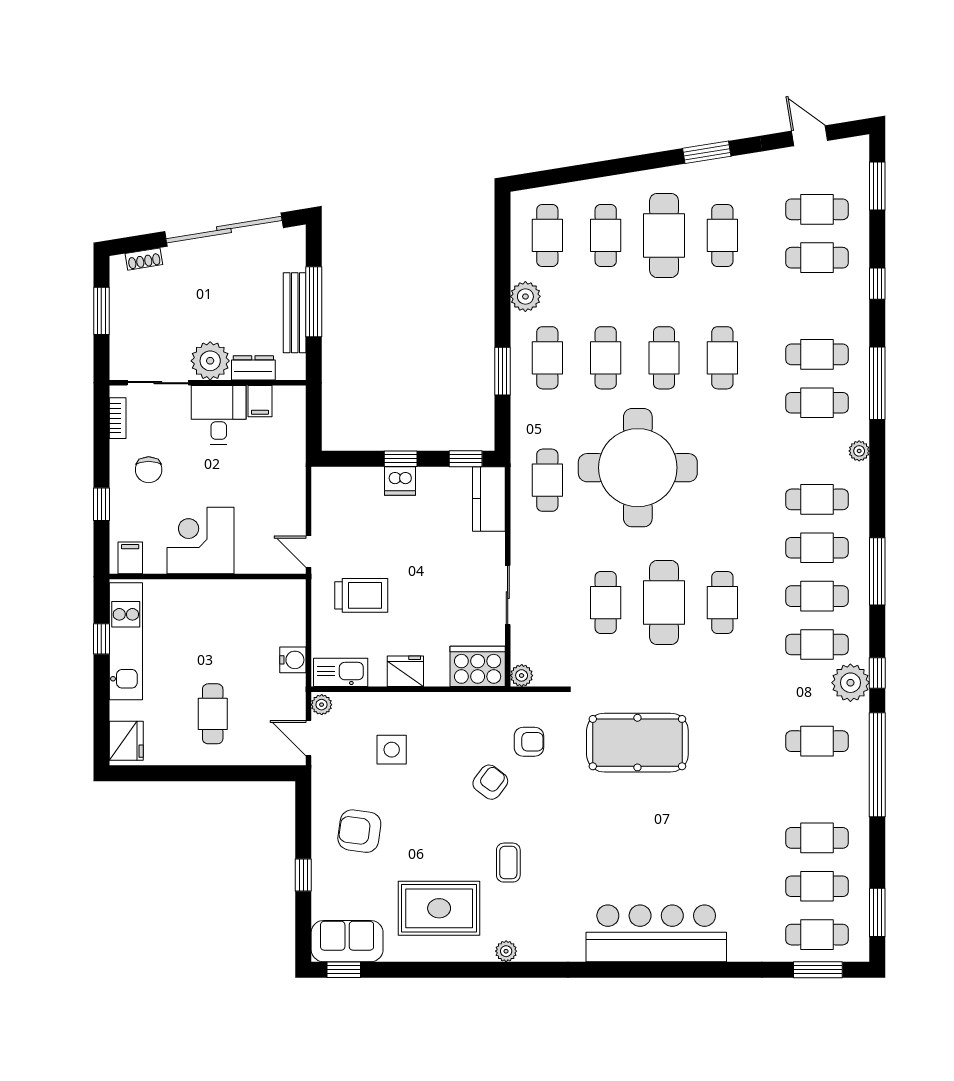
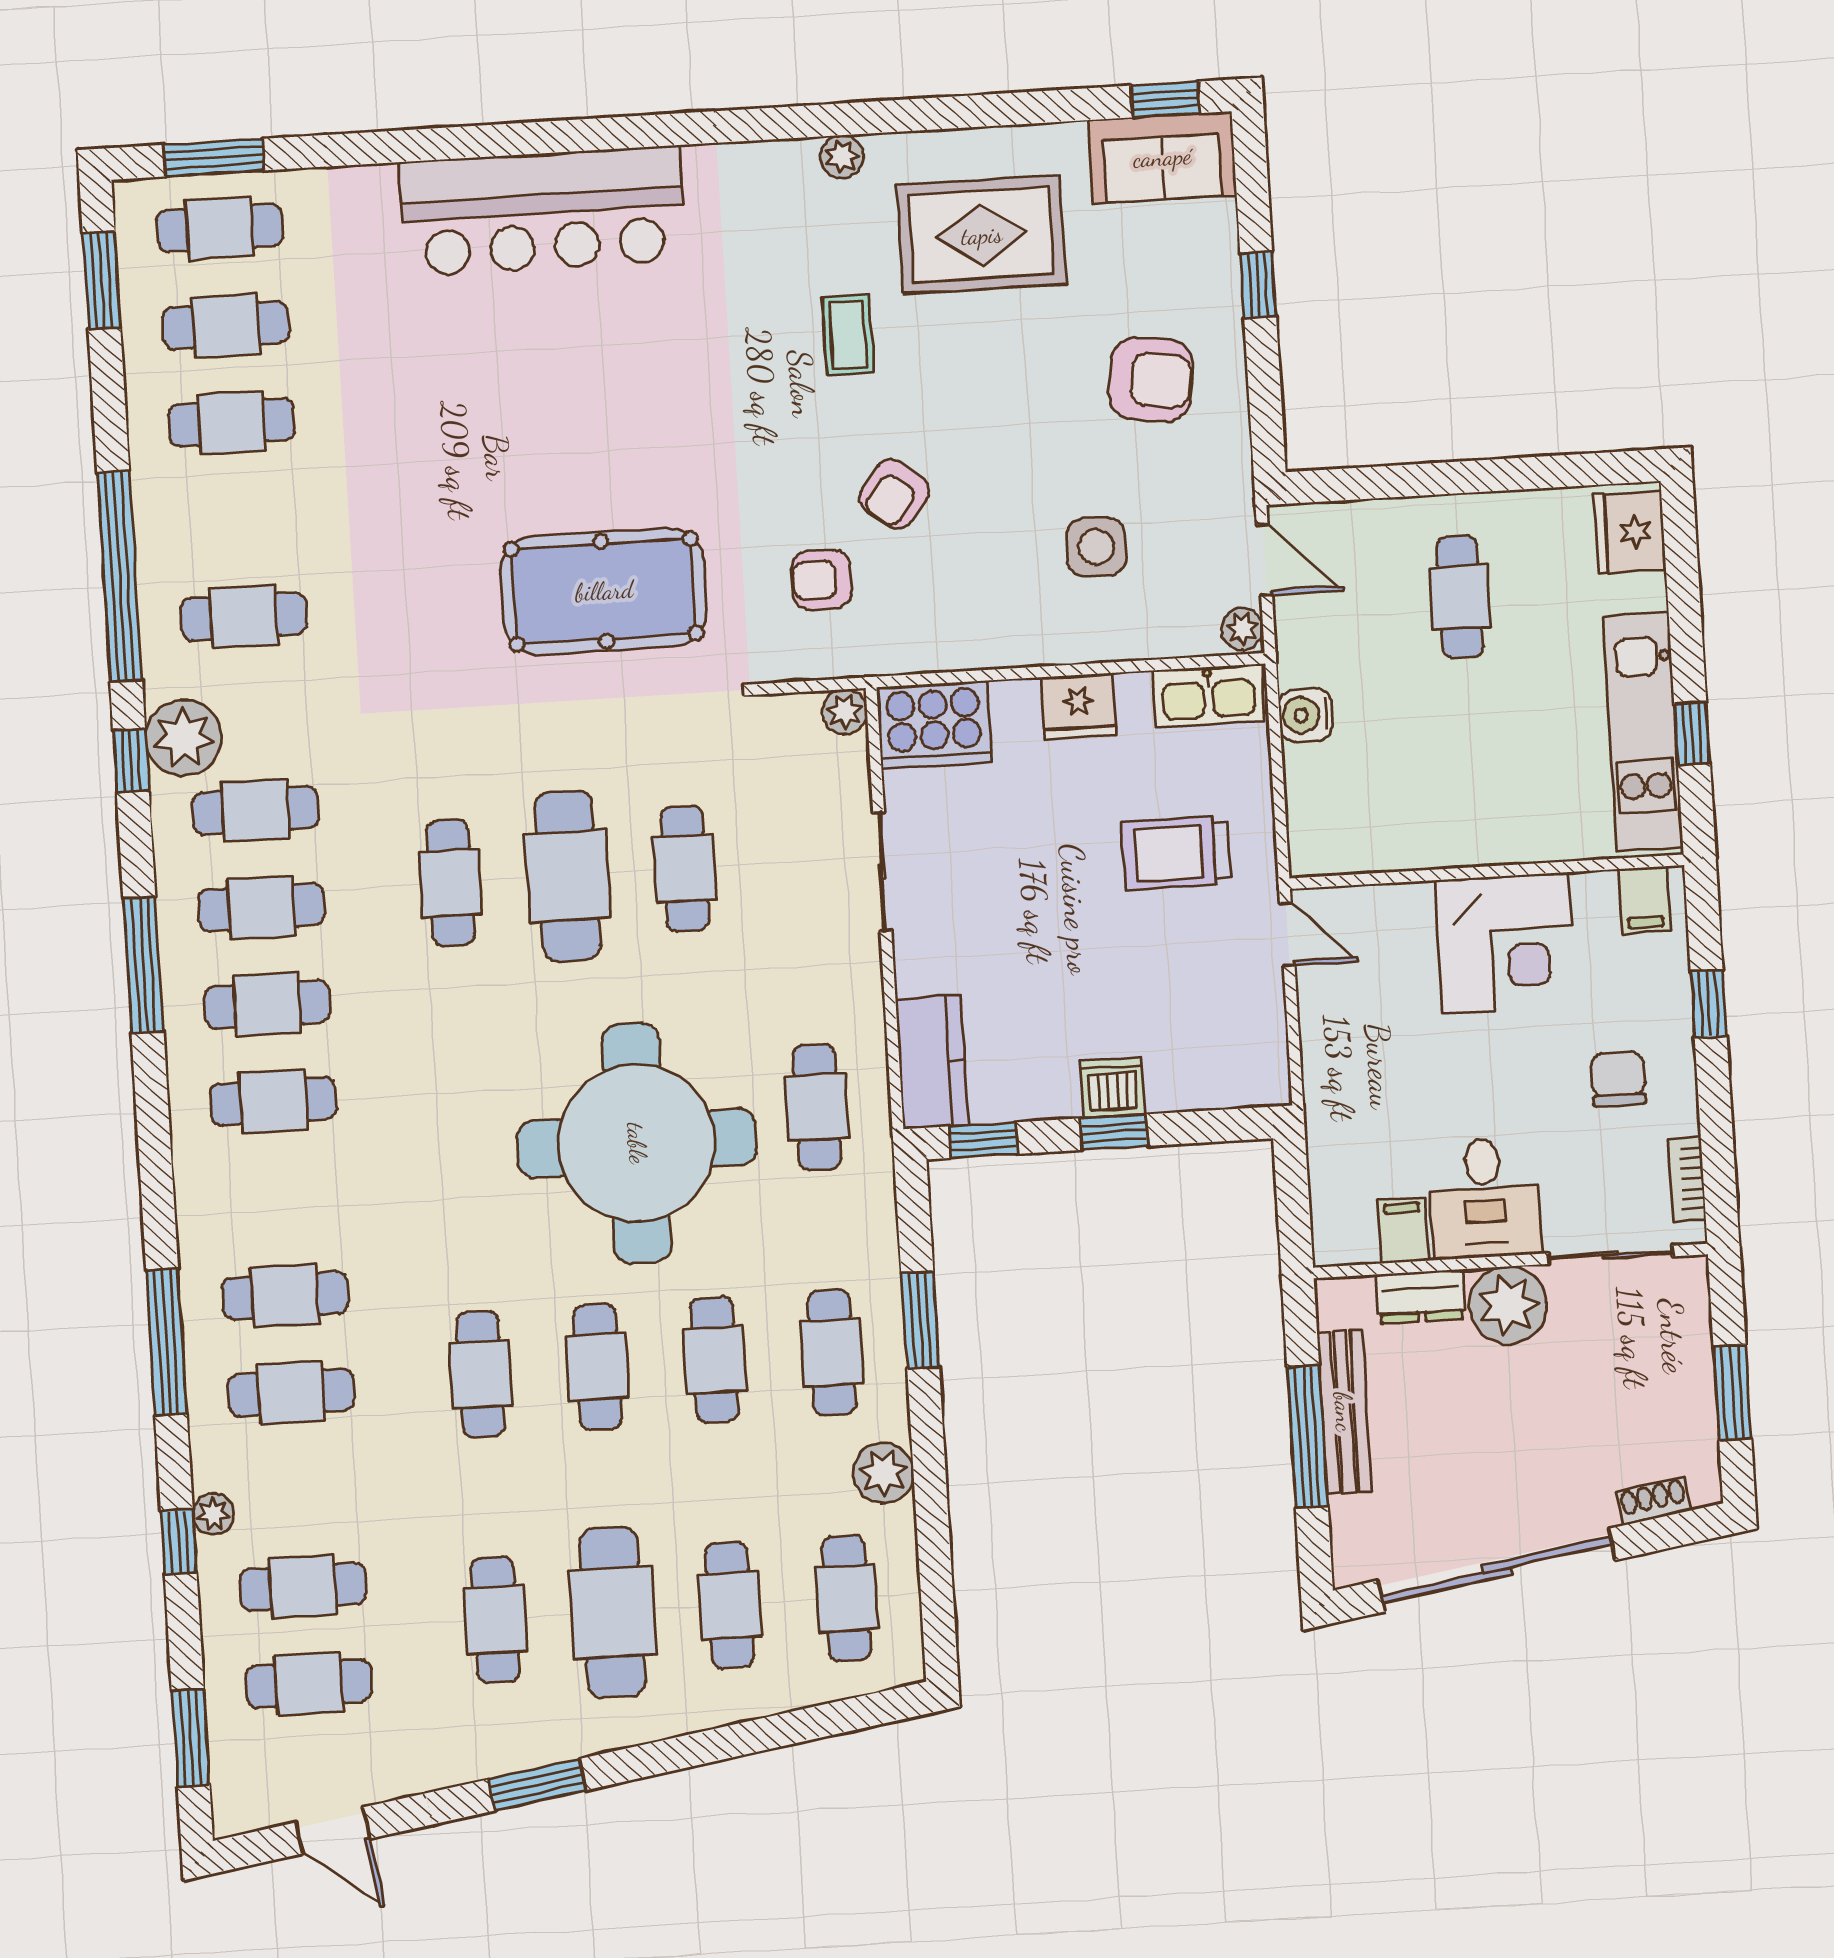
plant: (859, 451) -> (213, 1514), moved

